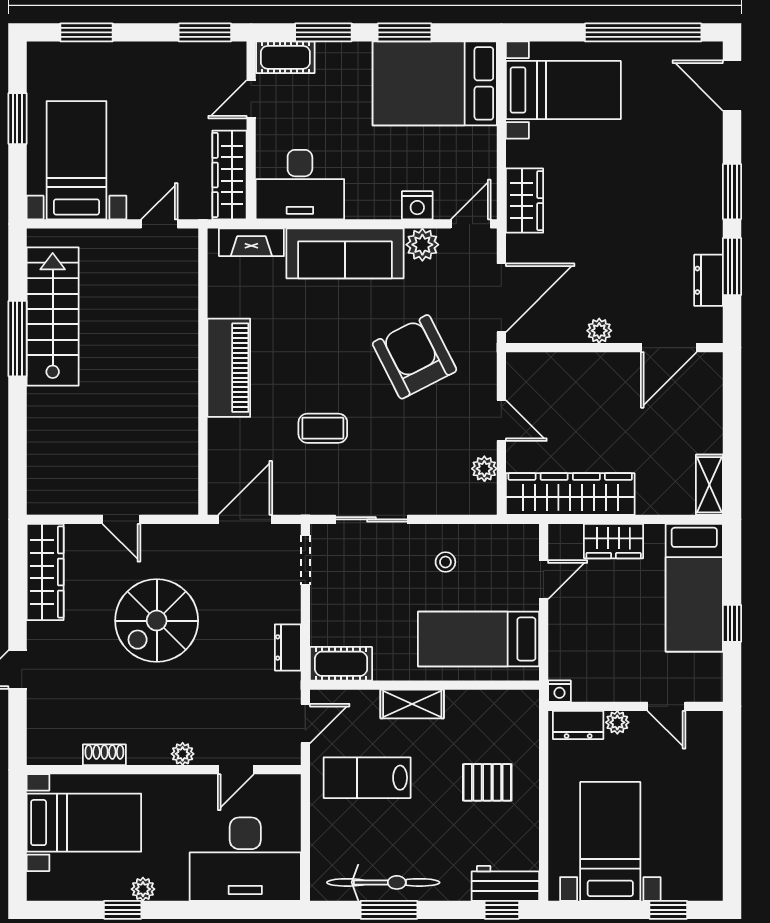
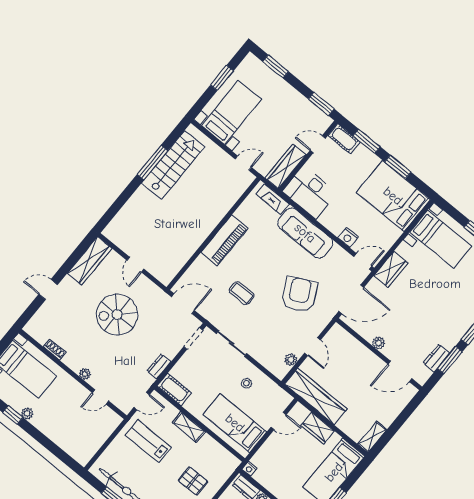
plant: (422, 245) -> (338, 254), removed
desk: (245, 859) -> (76, 434), removed

